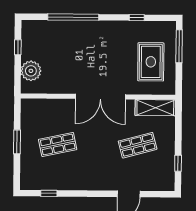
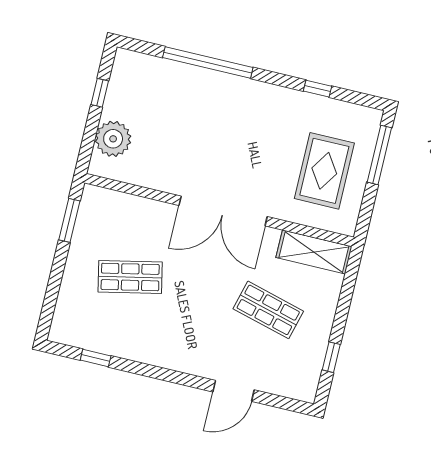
window: (17, 142) -> (69, 220), moved
shop shelf: (138, 145) -> (268, 310), turned 30

